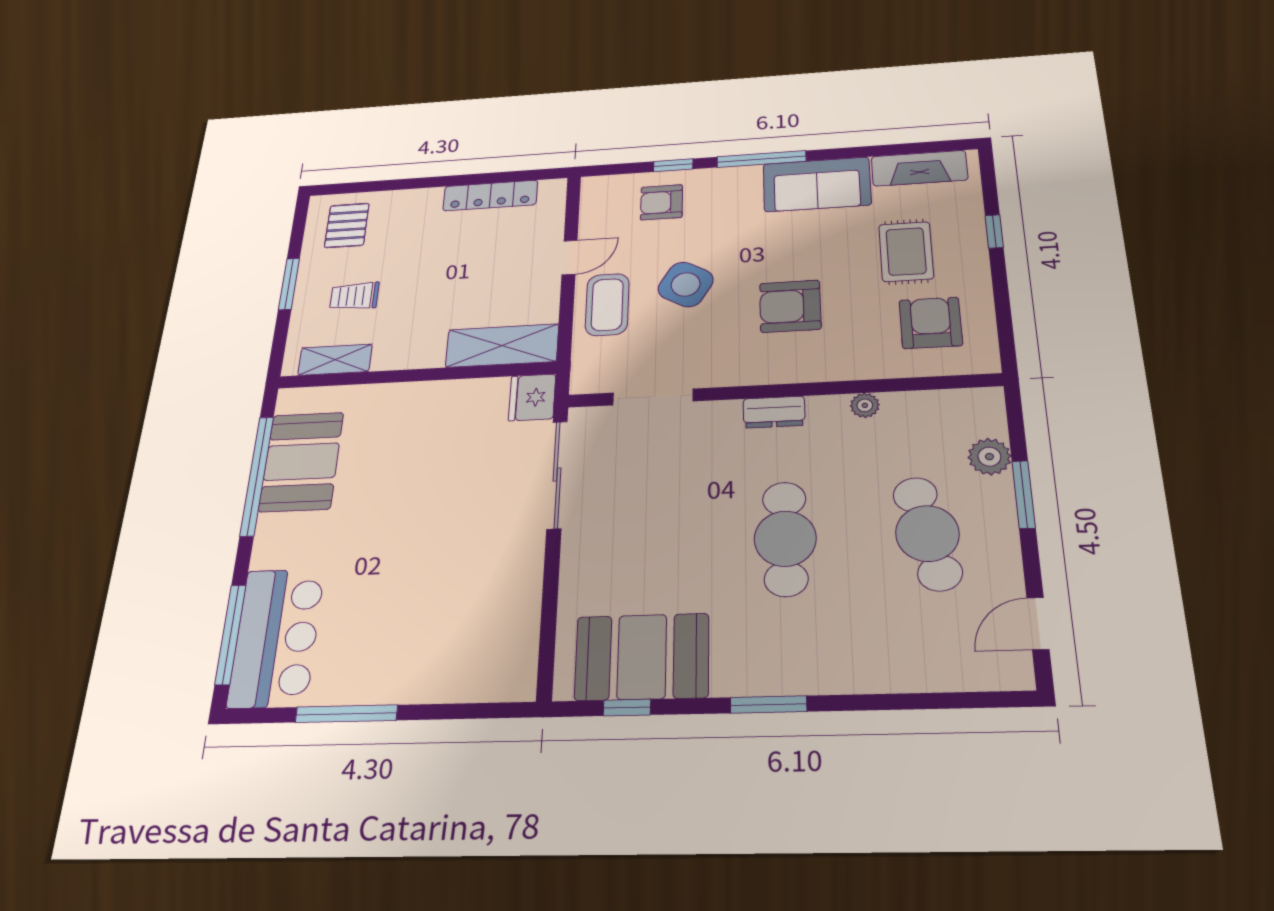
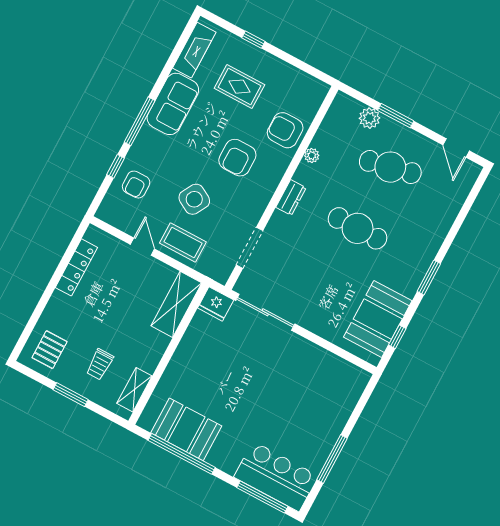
pallet: (347, 225) -> (50, 350), turned 90
armchair: (931, 323) -> (285, 130), moved

